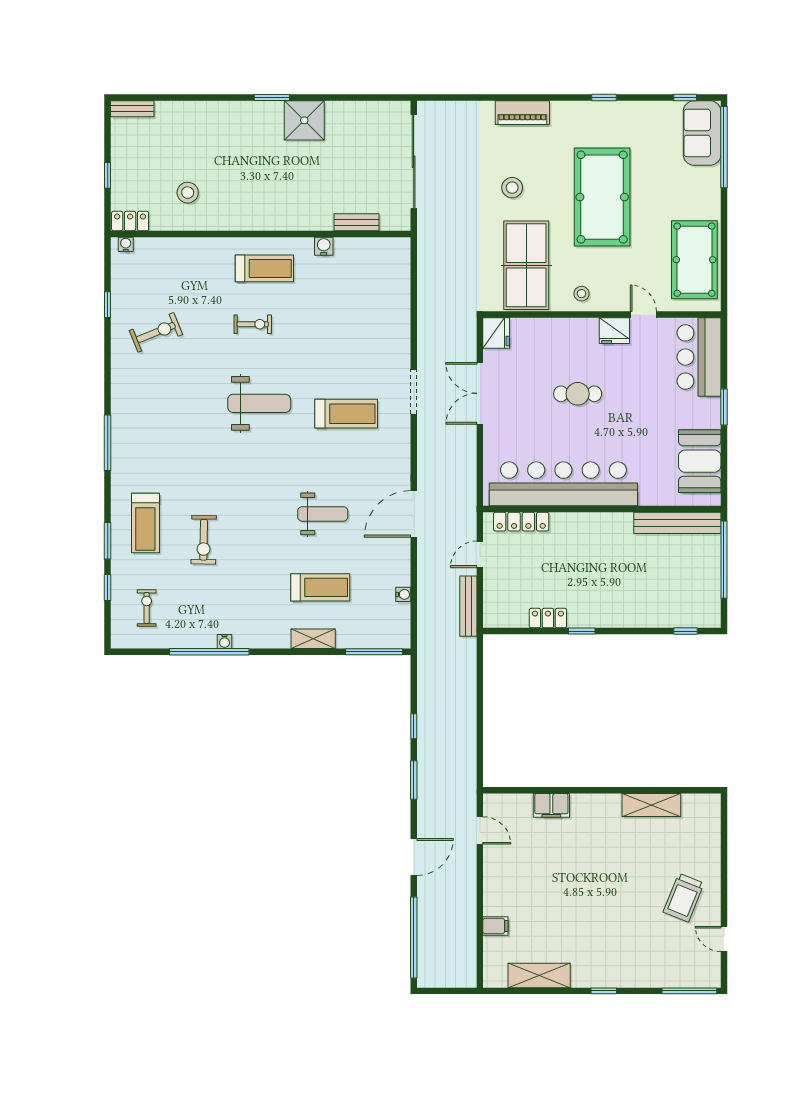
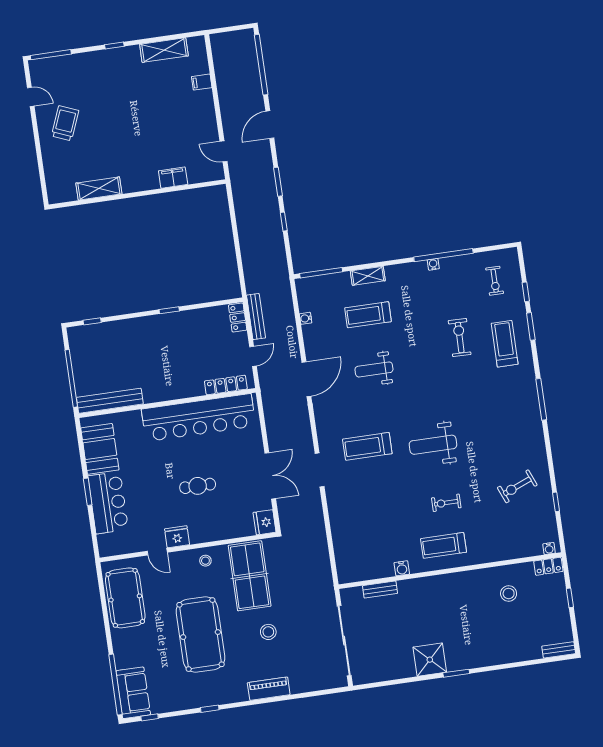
bar counter: (699, 357) -> (108, 503), moved
locker: (548, 618) -> (238, 317), moved, turned 90

